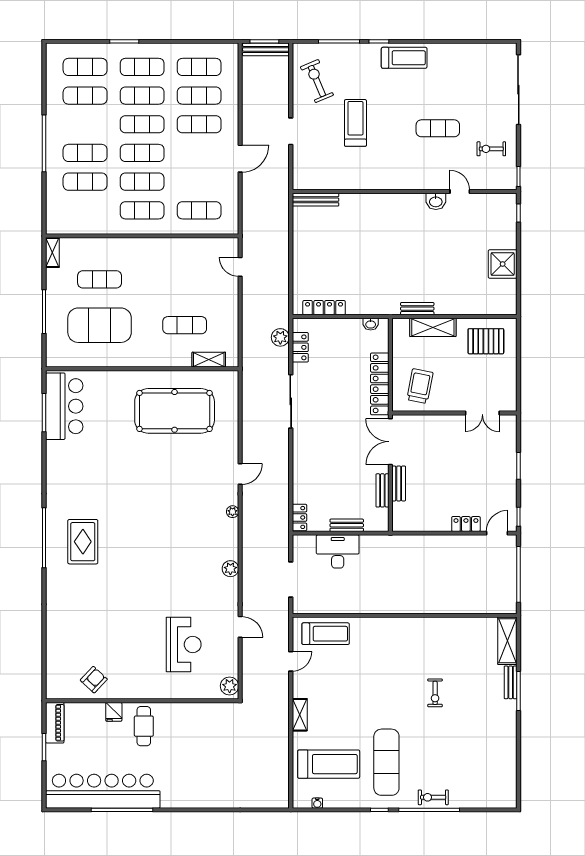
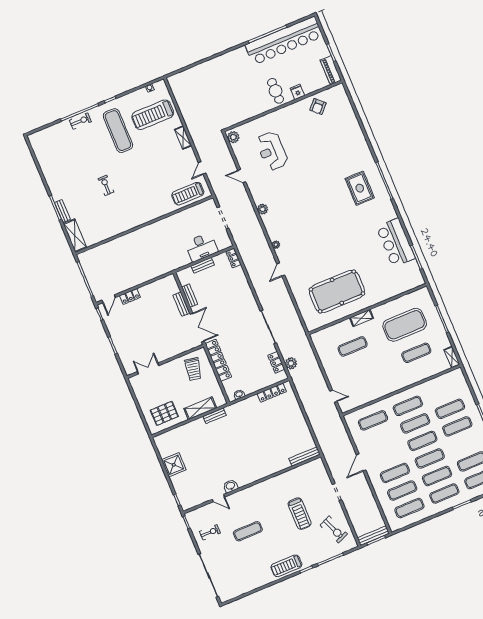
shelving: (209, 360) -> (361, 318), moved
bar counter: (64, 406) -> (396, 243), moved

